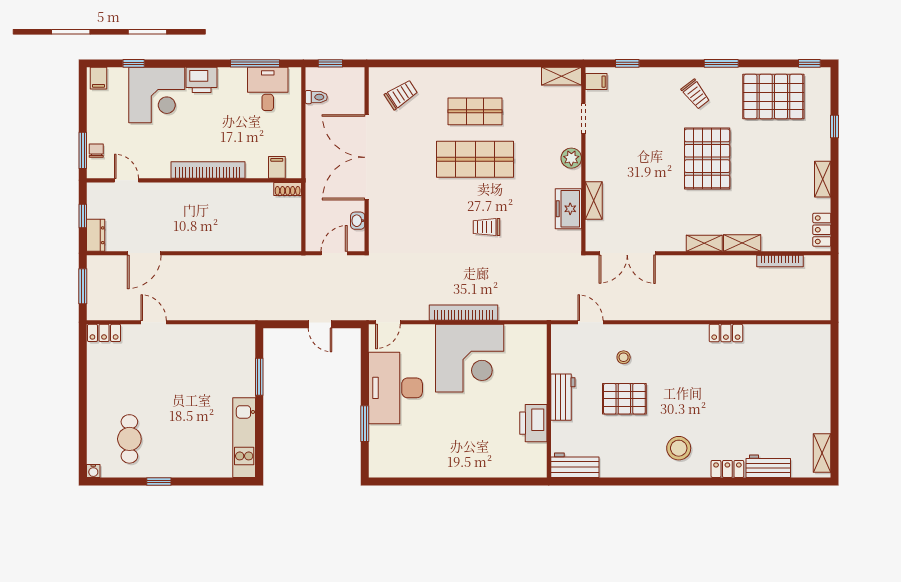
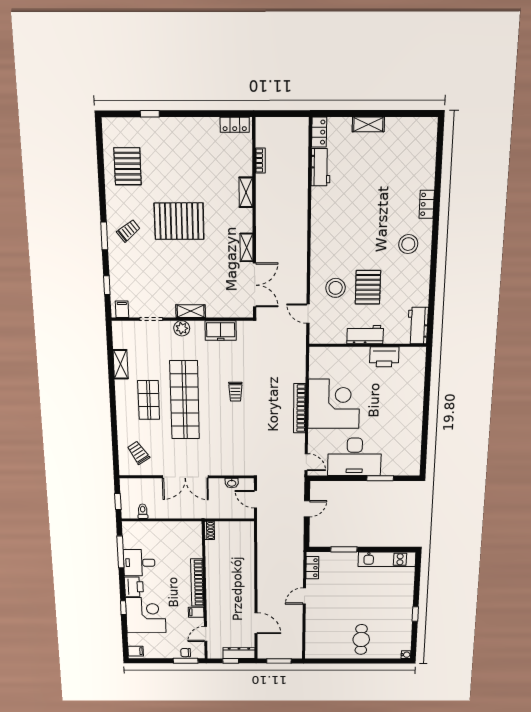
window: (134, 63) -> (123, 608), moved
window: (721, 63) -> (104, 236), moved
window: (809, 63) -> (99, 136), removed
shelving: (562, 76) -> (121, 364), moved
desk: (268, 89) -> (139, 563), moved
pallet: (773, 97) -> (127, 166), width x0.73, depth x0.71
double door: (367, 157) -> (185, 477), width x0.73
shop shelf: (475, 159) -> (185, 400), width x1.40
filing cabinet: (277, 167) -> (196, 612), moved
shelving: (823, 179) -> (193, 124), removed
shelving: (594, 201) -> (191, 311), moved
dresser: (96, 235) -> (239, 653), width x1.44
shelving: (704, 243) -> (247, 247), moved
bookcase: (780, 261) -> (260, 161), width x0.64
door: (154, 322) -> (304, 596), moved
door: (590, 322) -> (308, 314), hinge flipped
locker: (104, 333) -> (312, 568), moved
locker: (726, 333) -> (319, 132), moved
stool: (624, 357) -> (336, 288), width x1.89, depth x1.89
cafe table: (129, 439) -> (361, 639), moved, turned 90
shelving: (822, 453) -> (368, 124), moved
workbench: (768, 466) -> (321, 167), moved, turned 180

